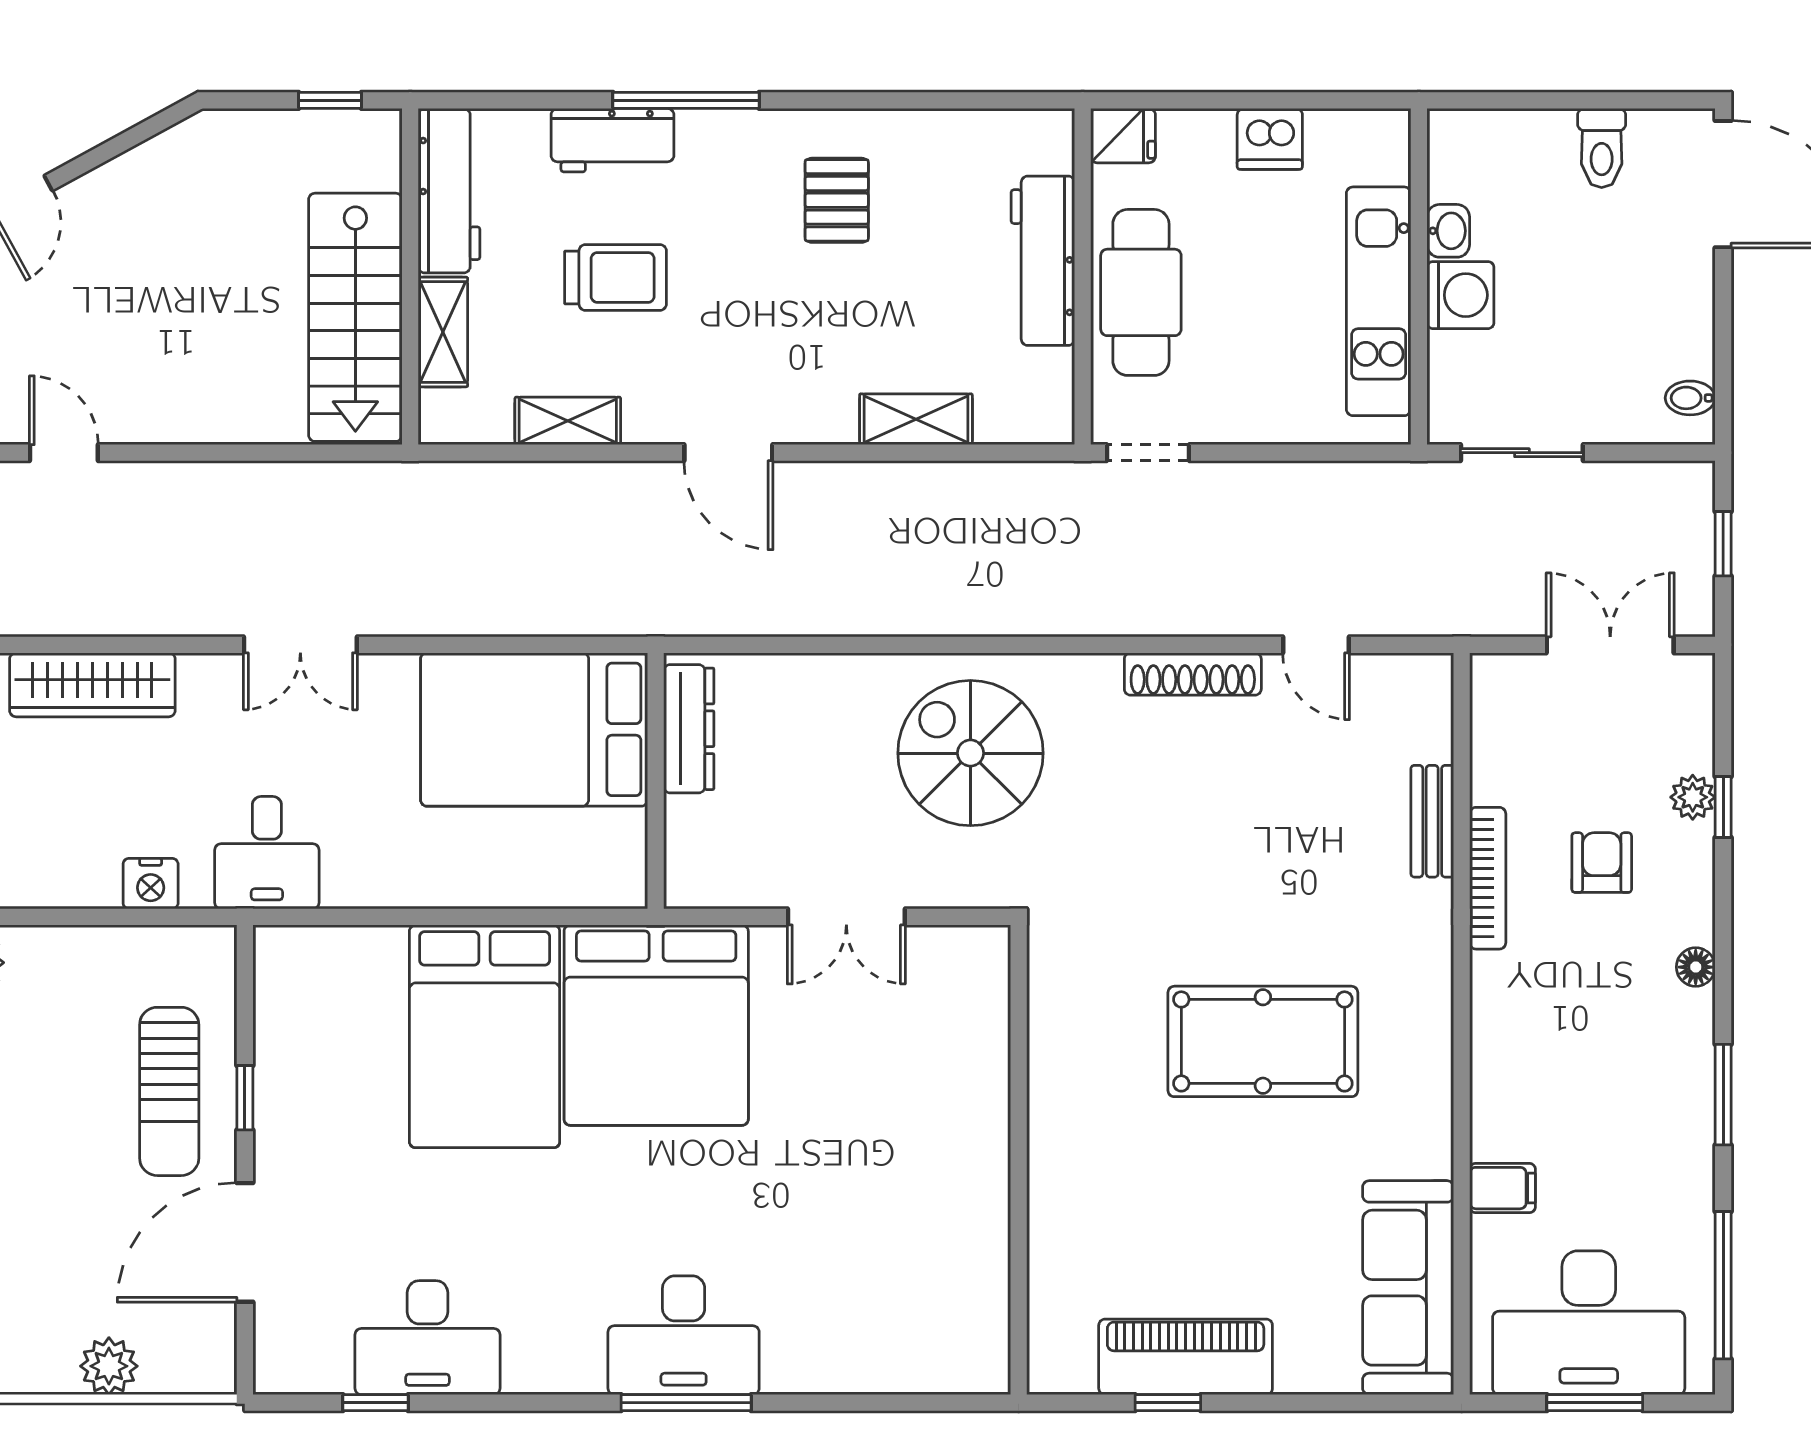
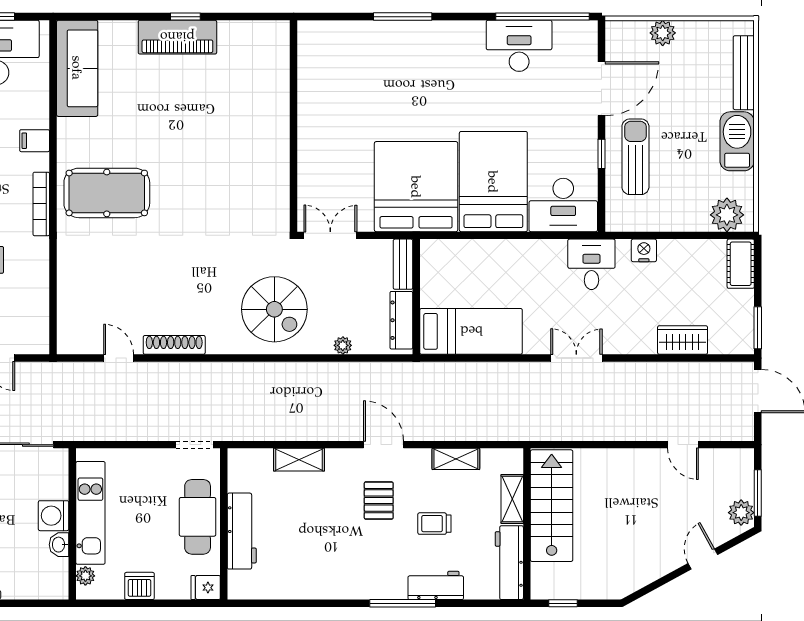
plant: (1390, 162) -> (85, 576), added
pallet: (837, 200) -> (379, 501), moved
trolley: (616, 277) -> (434, 524), width x0.73, depth x0.72
plant: (819, 673) -> (343, 345), added
wardrobe: (92, 685) -> (683, 340), width x0.67
bed: (534, 729) -> (471, 331), width x0.67
bench: (1432, 821) -> (403, 264), moved
bookcase: (1488, 878) -> (41, 204), moved
pool table: (1263, 1041) -> (107, 193), moved
wall: (1019, 1160) -> (294, 126), moved
filing cabinet: (1502, 1188) -> (35, 141), moved
desk: (684, 1335) -> (563, 205), moved, turned 180
window: (376, 1403) -> (542, 17), width x3.17

